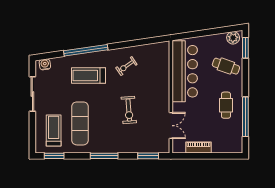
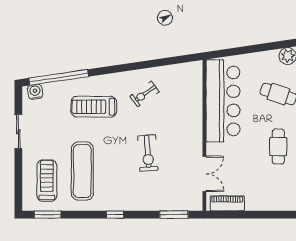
window: (86, 50) -> (59, 77), moved
sliding door: (32, 94) -> (18, 132), width x0.73
piano: (198, 148) -> (227, 203), moved
window: (104, 156) -> (115, 215), width x0.46

